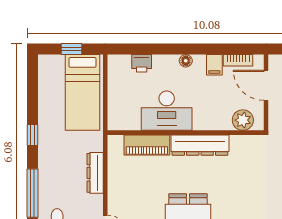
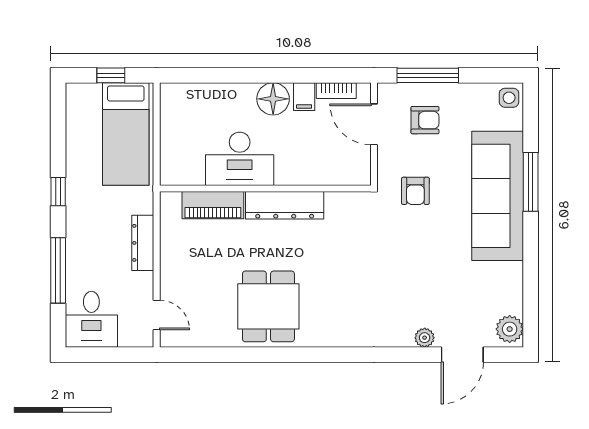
floor lamp: (186, 61) -> (273, 99), width x1.89, depth x1.89
printer: (142, 63) -> (206, 95), removed
plant: (243, 120) -> (343, 171), removed

